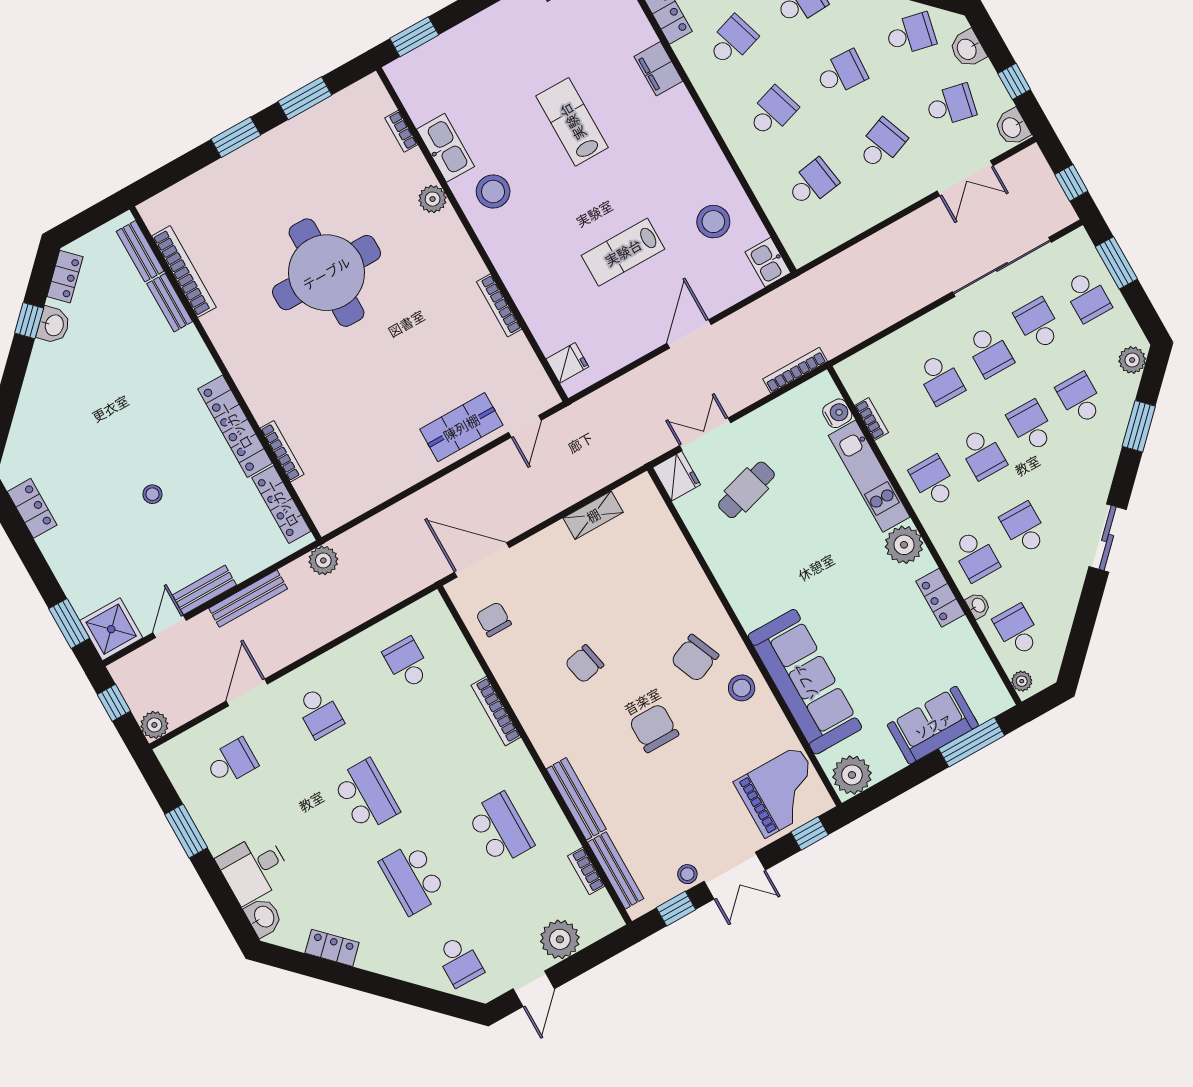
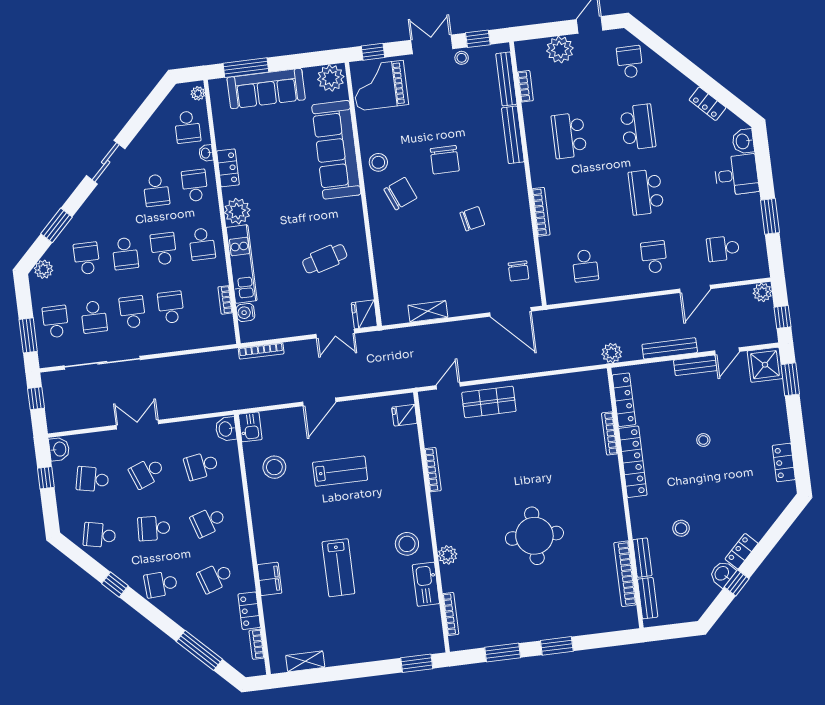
washbasin: (967, 49) -> (226, 429), moved, turned 180
bookcase: (401, 131) -> (451, 614), width x1.56
double door: (965, 178) -> (137, 425), moved
round table: (326, 273) -> (534, 536), width x0.73, depth x0.73
locker: (65, 277) -> (742, 551), moved
stool: (134, 363) -> (681, 528), added
school desk: (1080, 398) -> (87, 258), turned 180
cafe table: (746, 490) -> (325, 259), moved
sofa: (933, 725) -> (266, 89), width x1.36

